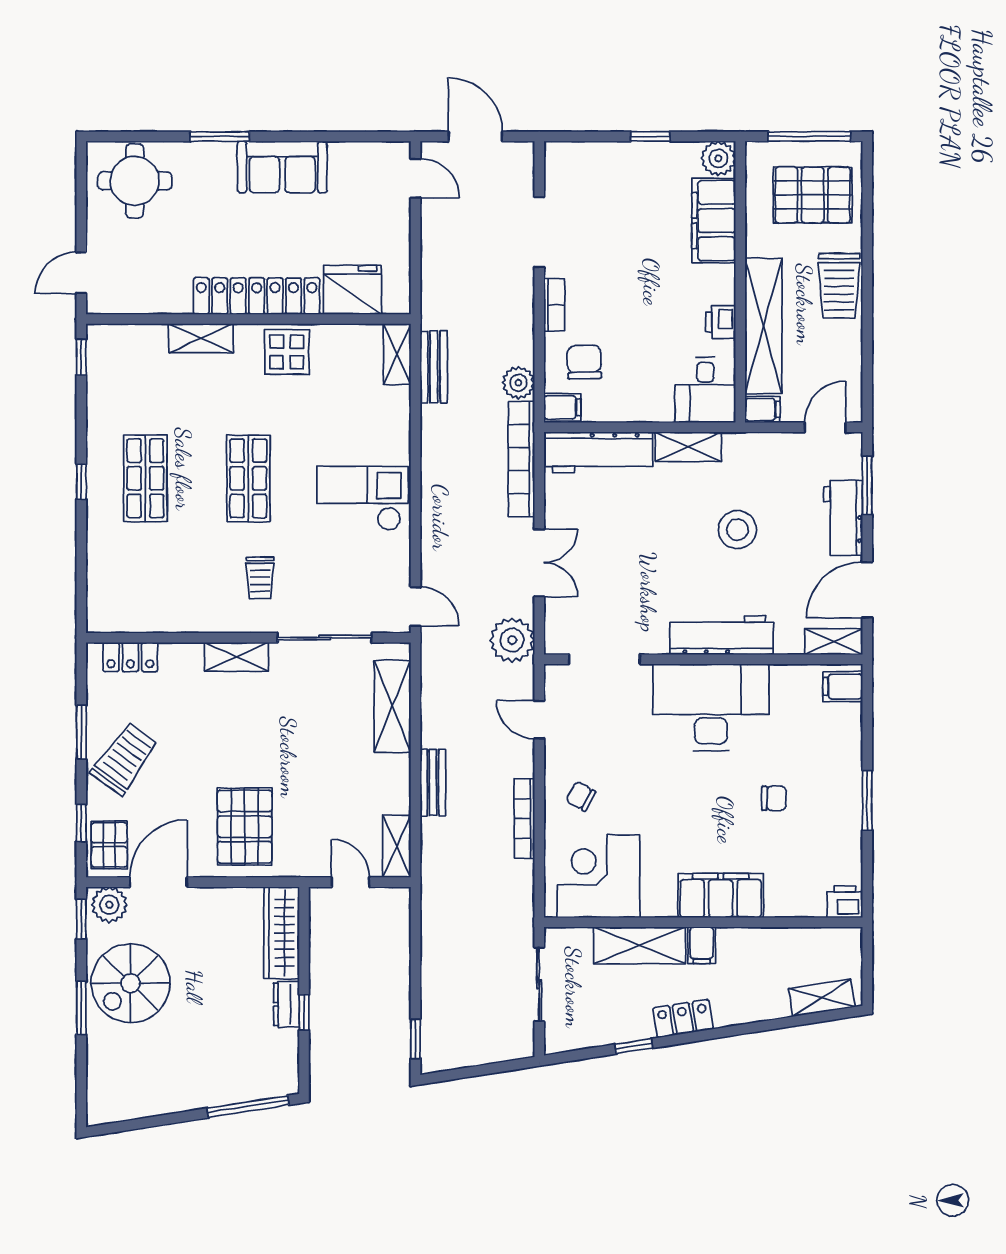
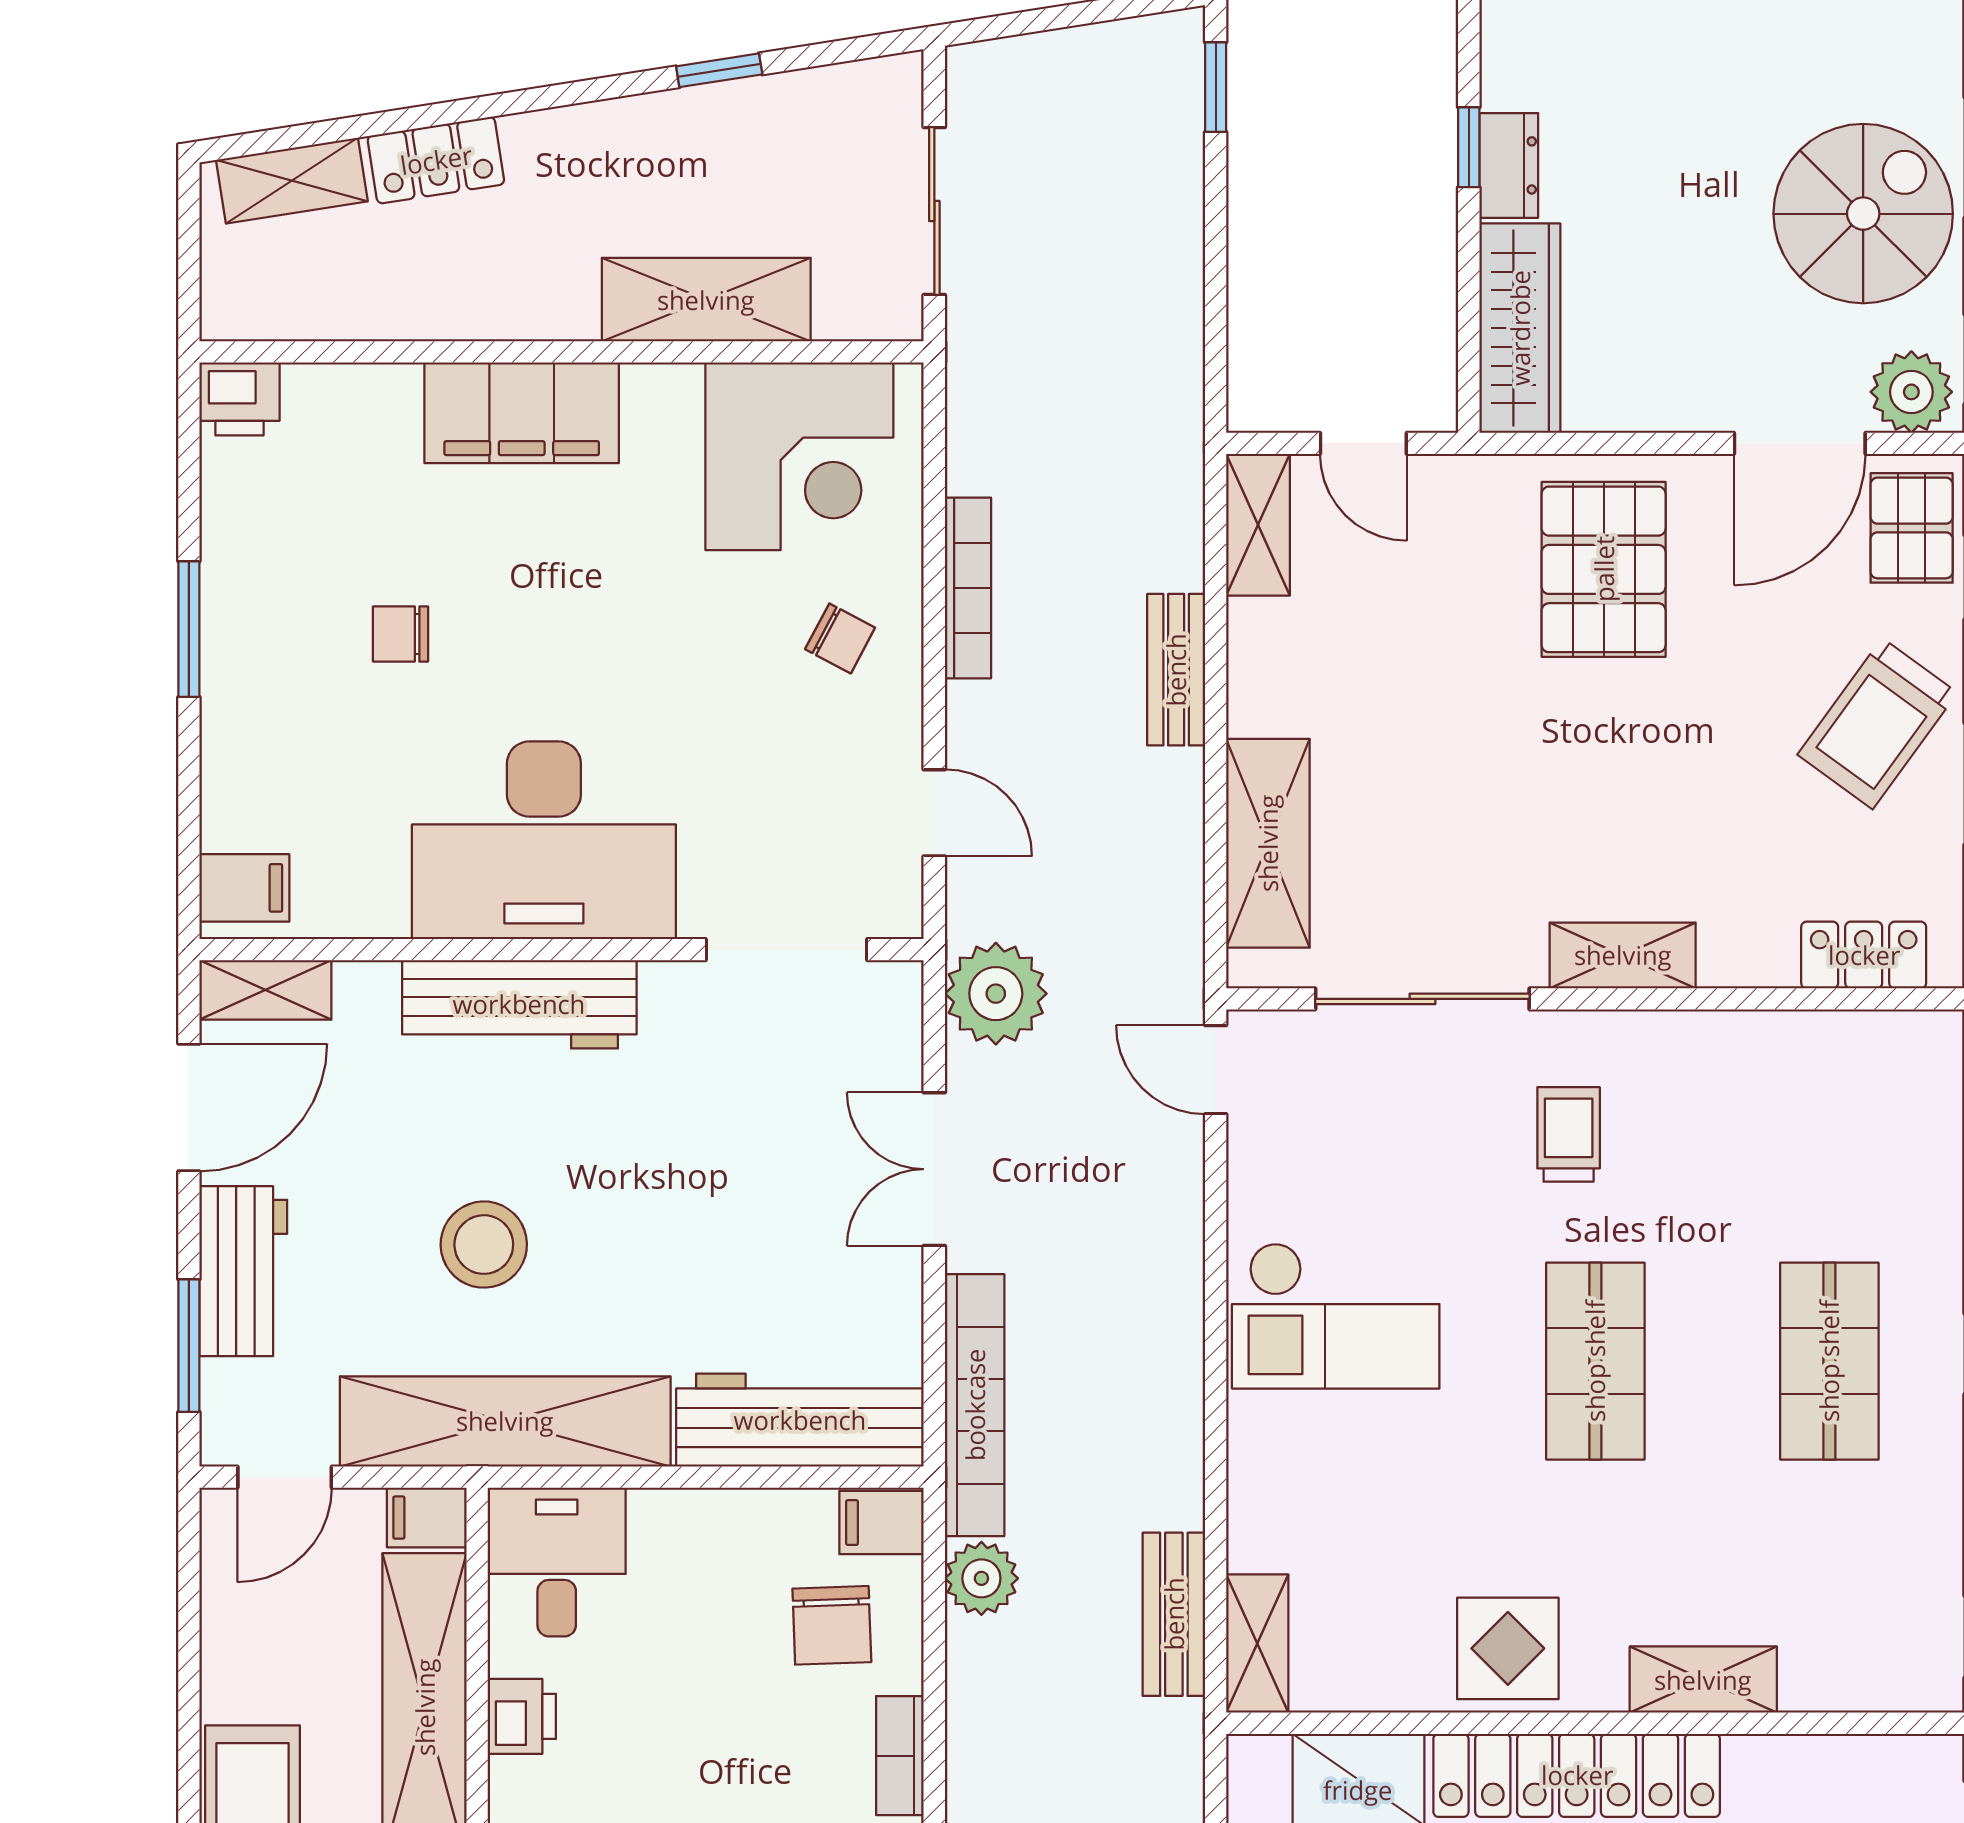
shelving: (688, 447) -> (505, 1421), width x2.20, depth x1.33
filing cabinet: (702, 945) -> (565, 300), removed
locker: (683, 1019) -> (436, 160), moved

